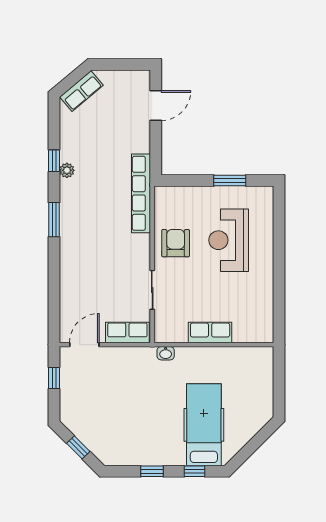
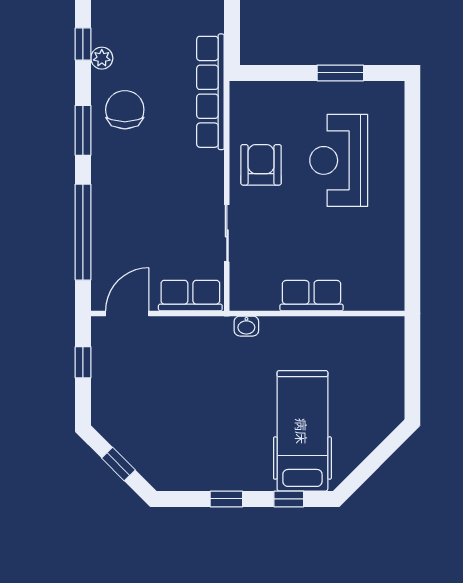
chair: (83, 206) -> (125, 110), added
window: (54, 289) -> (83, 232), added

